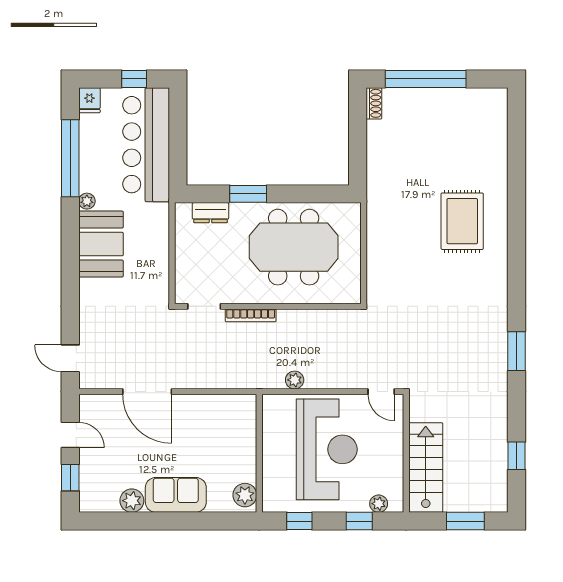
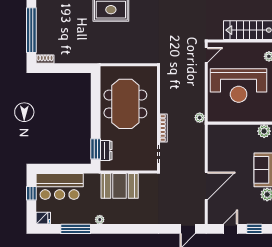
bar counter: (146, 145) -> (60, 186), width x0.73
window: (70, 158) -> (76, 229), width x0.68
window: (248, 194) -> (96, 149), moved
booth: (101, 244) -> (120, 186), moved
plant: (295, 380) -> (200, 118), moved
reception desk: (327, 449) -> (239, 85), turned 180

